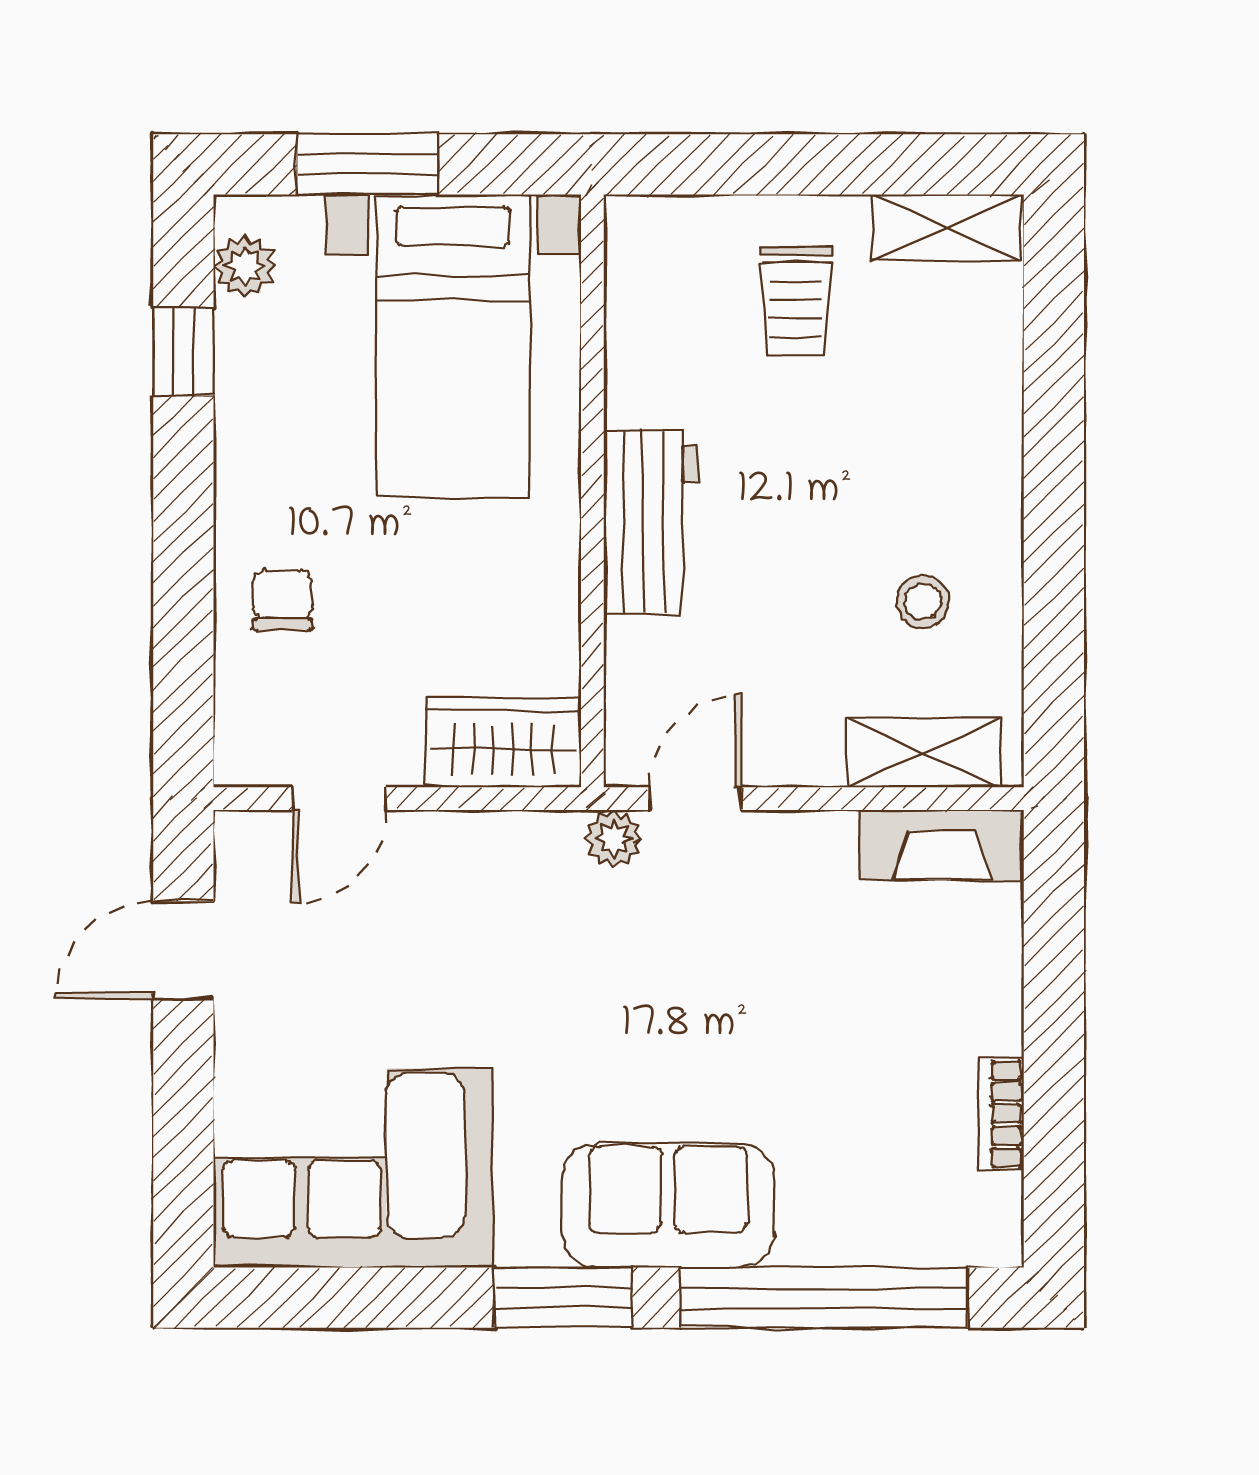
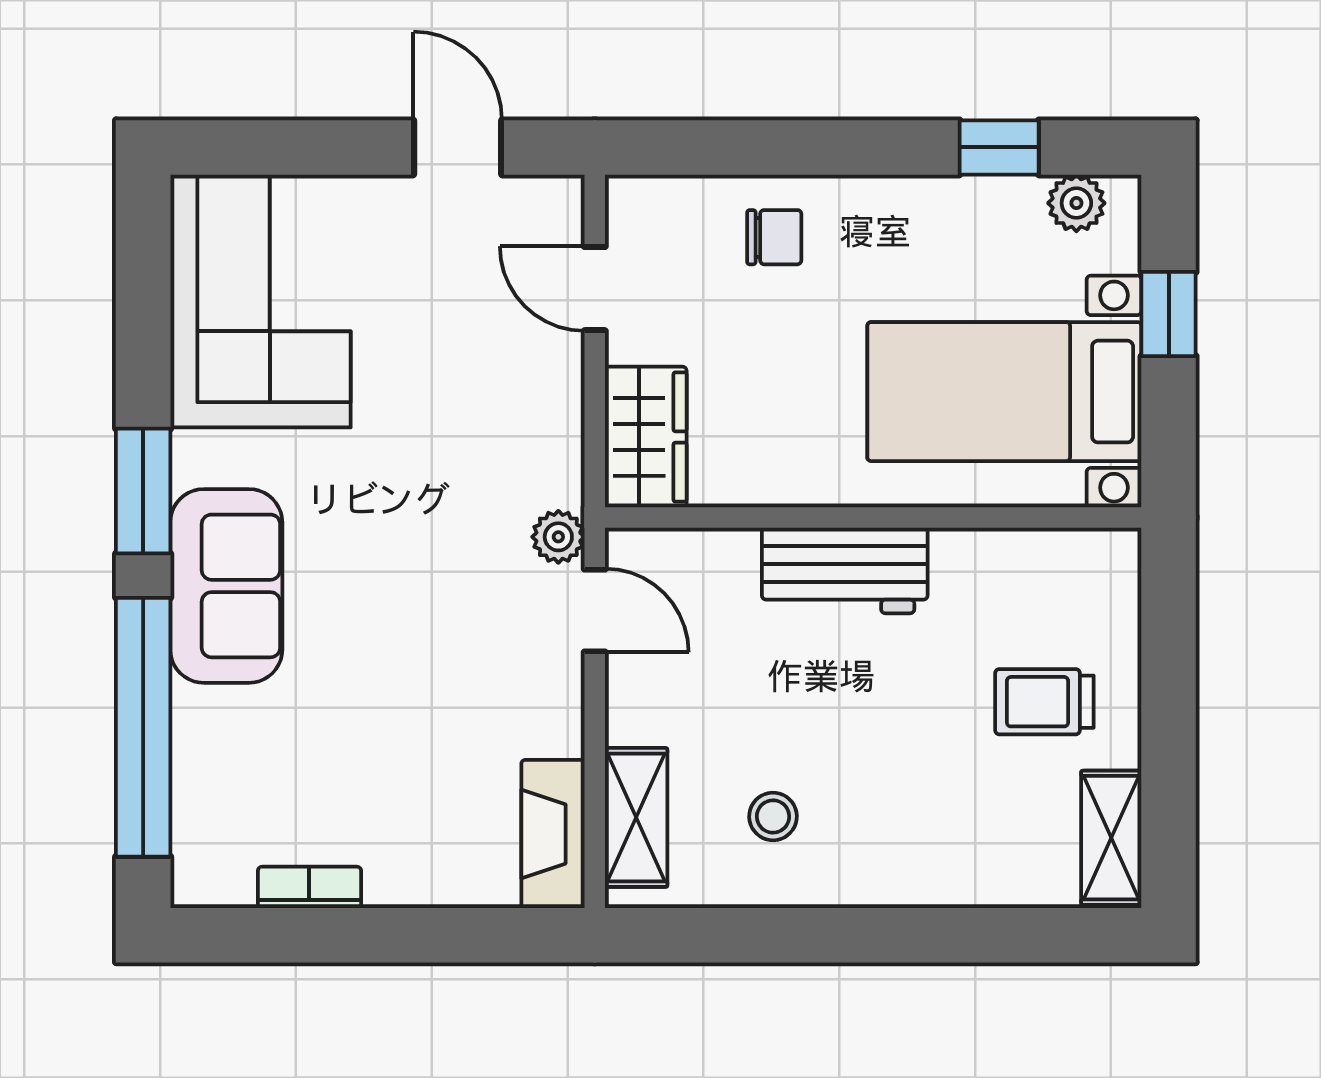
window: (367, 164) -> (1169, 314), width x0.67

